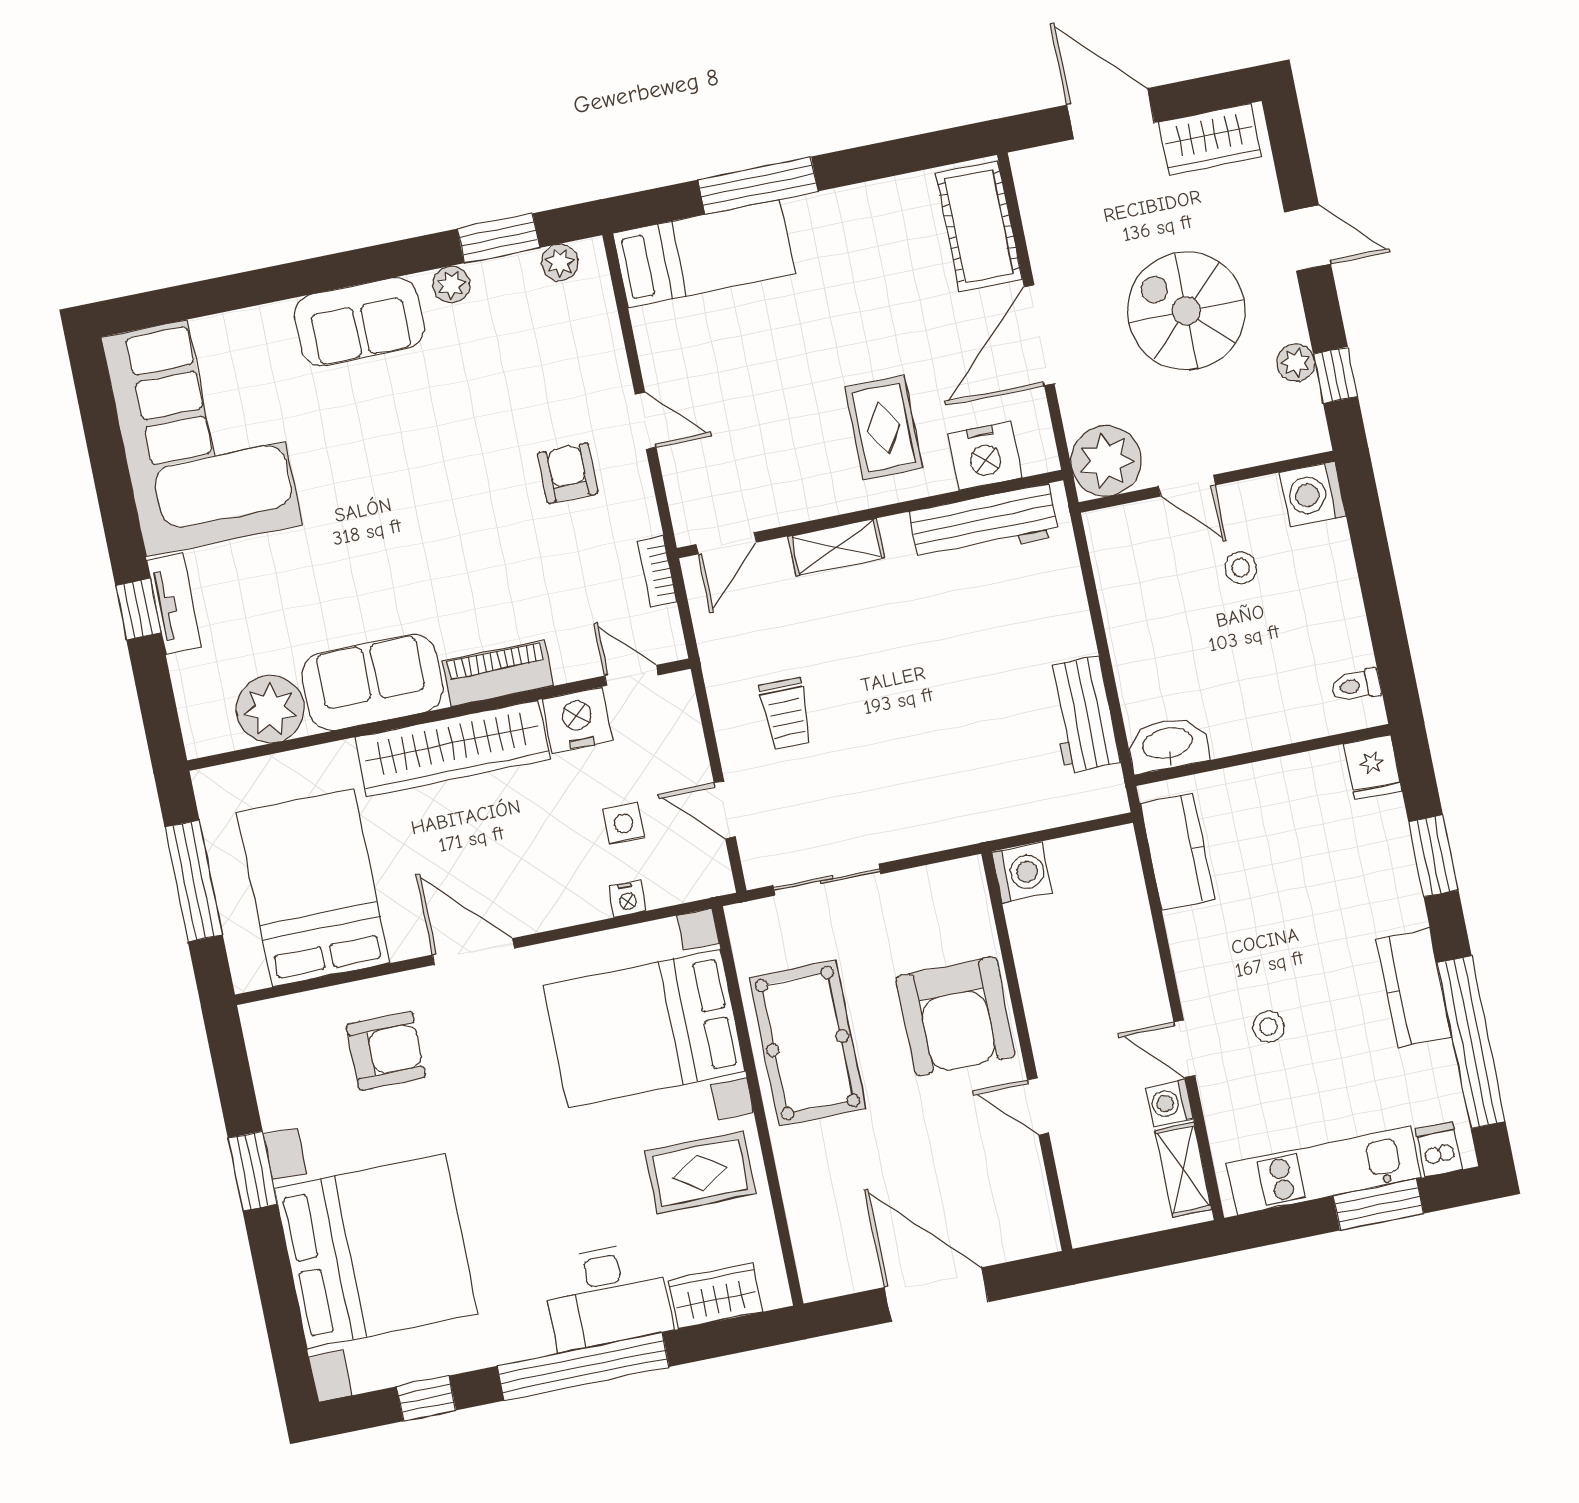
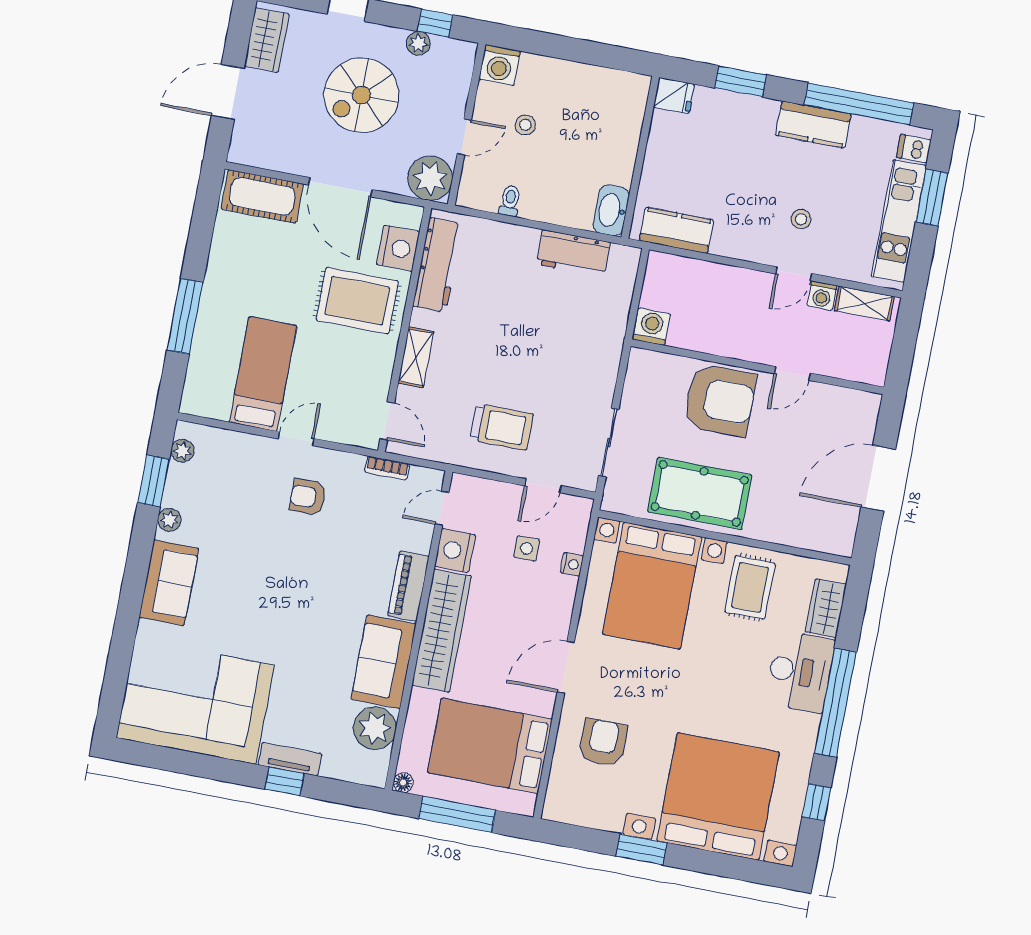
bed: (704, 254) -> (263, 374), moved
rug: (884, 428) -> (357, 301), width x1.36, depth x1.43
toilet: (1356, 685) -> (510, 201), moved, turned 180
trolley: (786, 714) -> (502, 427), width x1.36, depth x1.39
floor lamp: (208, 783) -> (403, 783), added

